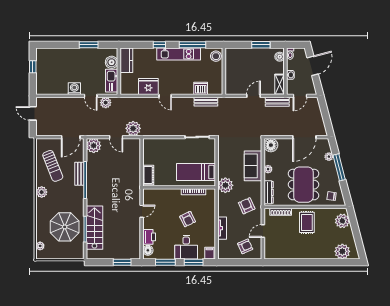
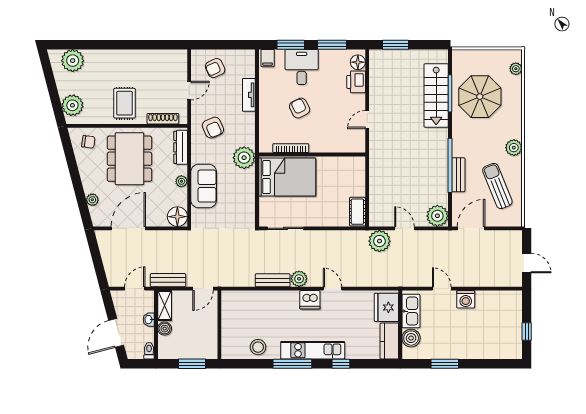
boiler: (280, 57) -> (165, 329), moved
wall: (224, 71) -> (219, 325), moved
fridge: (148, 87) -> (386, 307), moved, turned 90
dishwasher: (201, 88) -> (310, 300), moved
plant: (106, 103) -> (299, 279), moved
window: (339, 167) -> (77, 184), removed
bed: (196, 172) -> (287, 177), width x1.50
cot: (148, 175) -> (357, 212), moved

